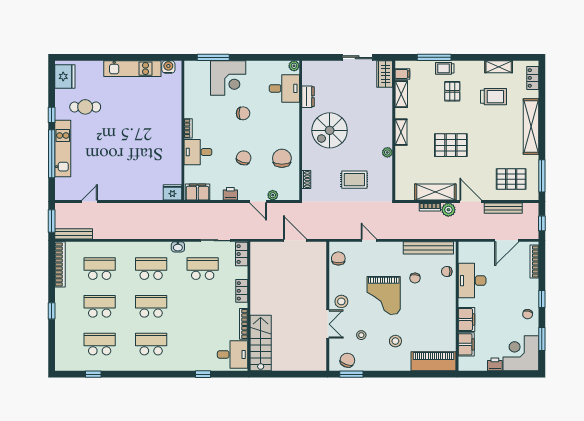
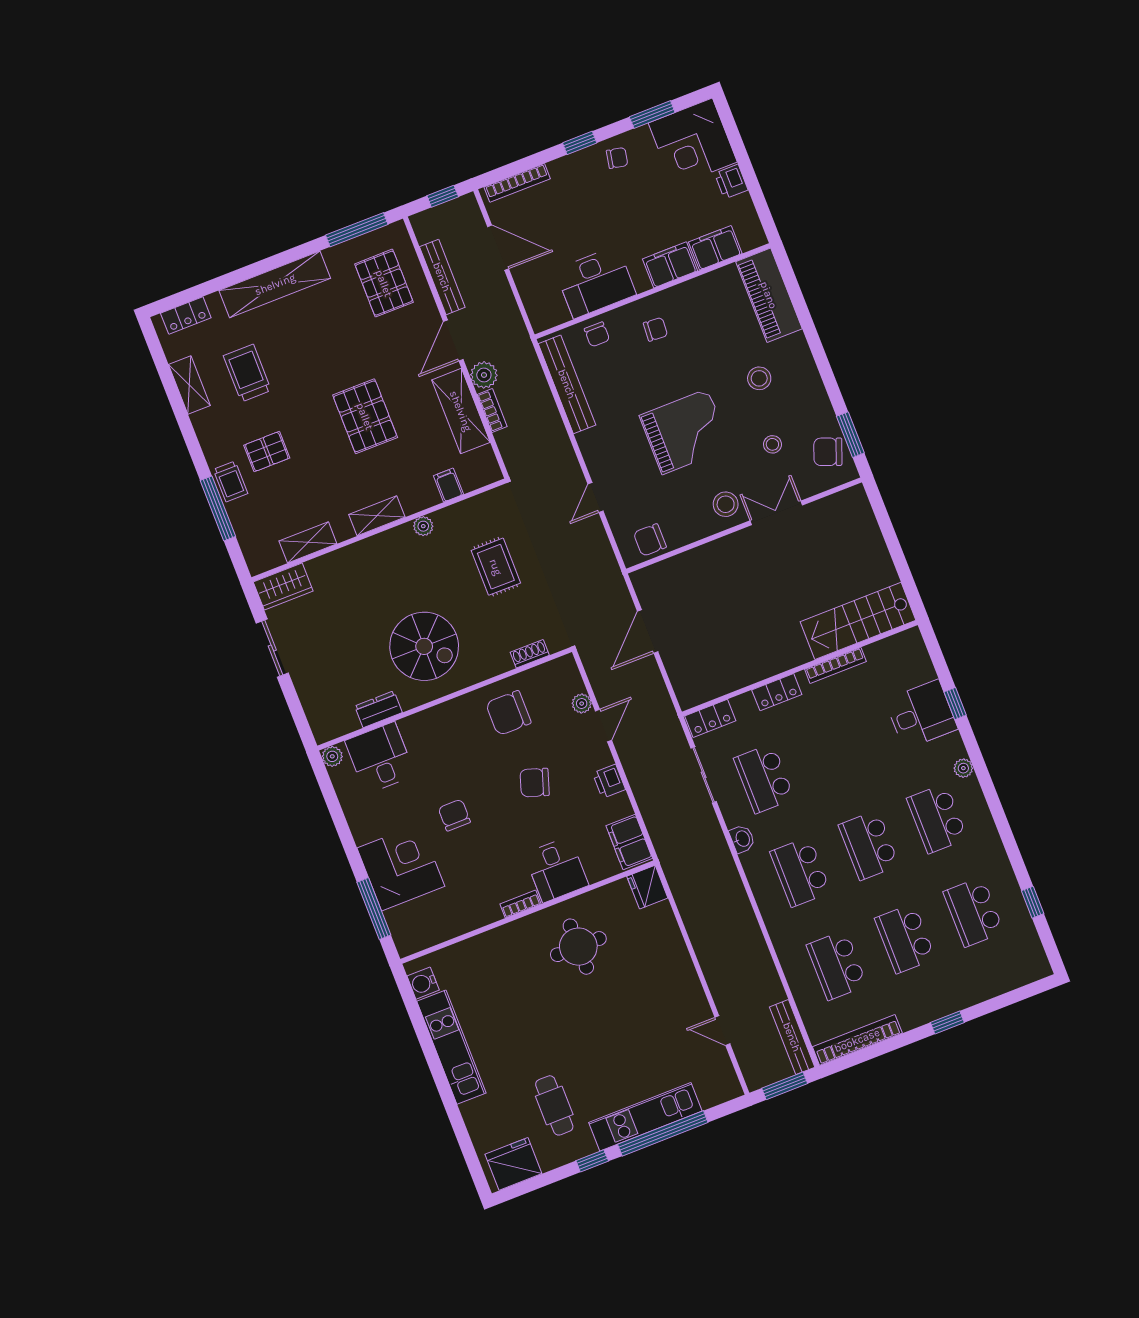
filing cabinet: (402, 74) -> (448, 485), moved
round table: (157, 148) -> (578, 947), added
chair: (415, 278) -> (655, 329), moved
desk: (233, 354) -> (921, 715), moved, turned 90
plant: (170, 366) -> (963, 768), added

